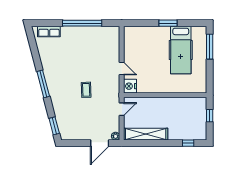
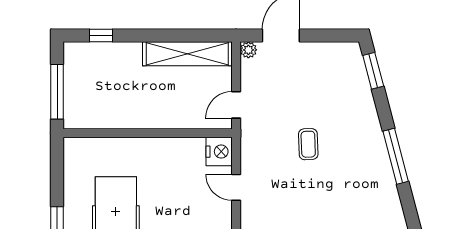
window: (210, 116) -> (57, 92), width x2.17

